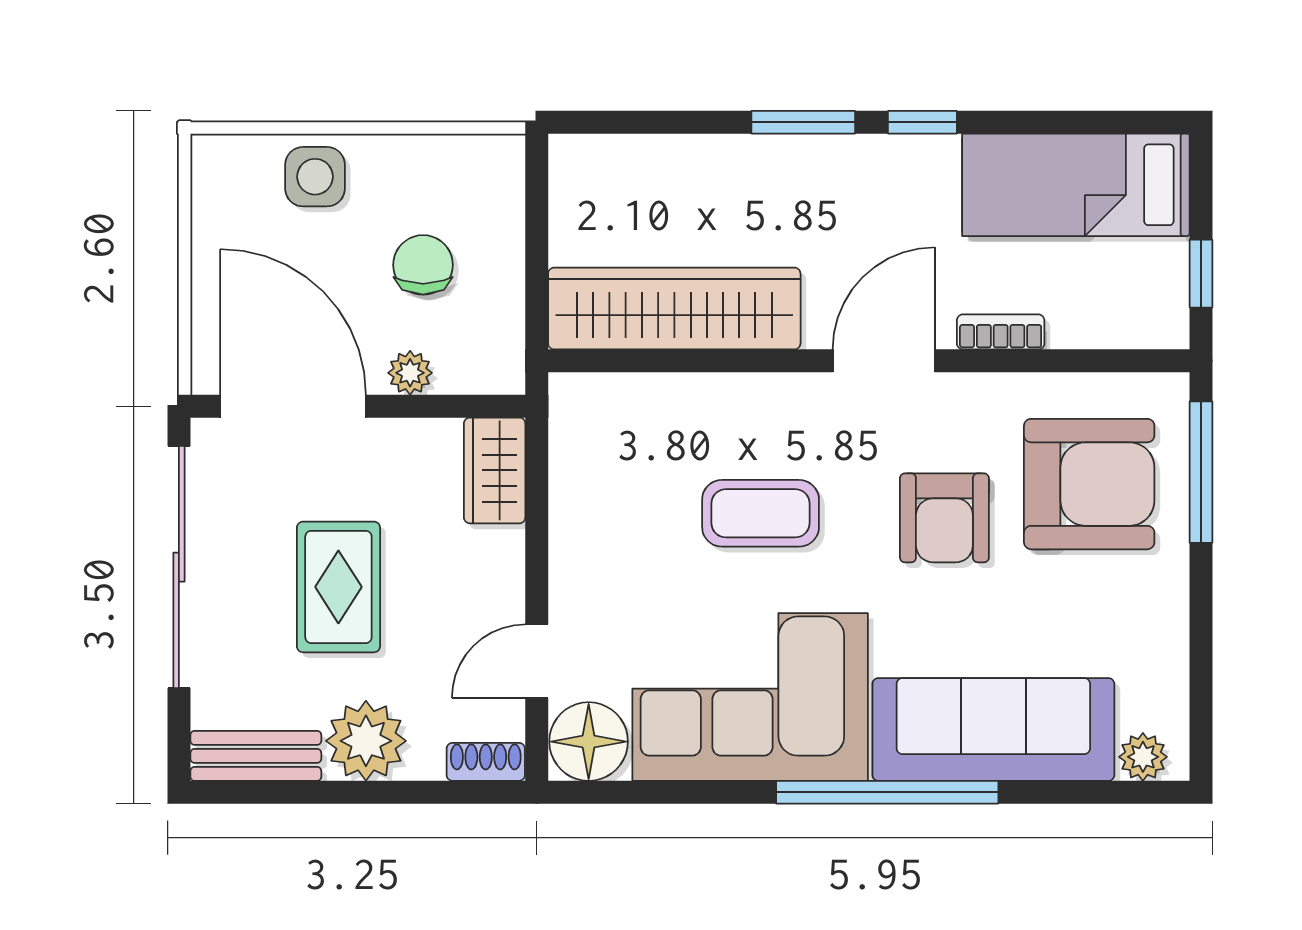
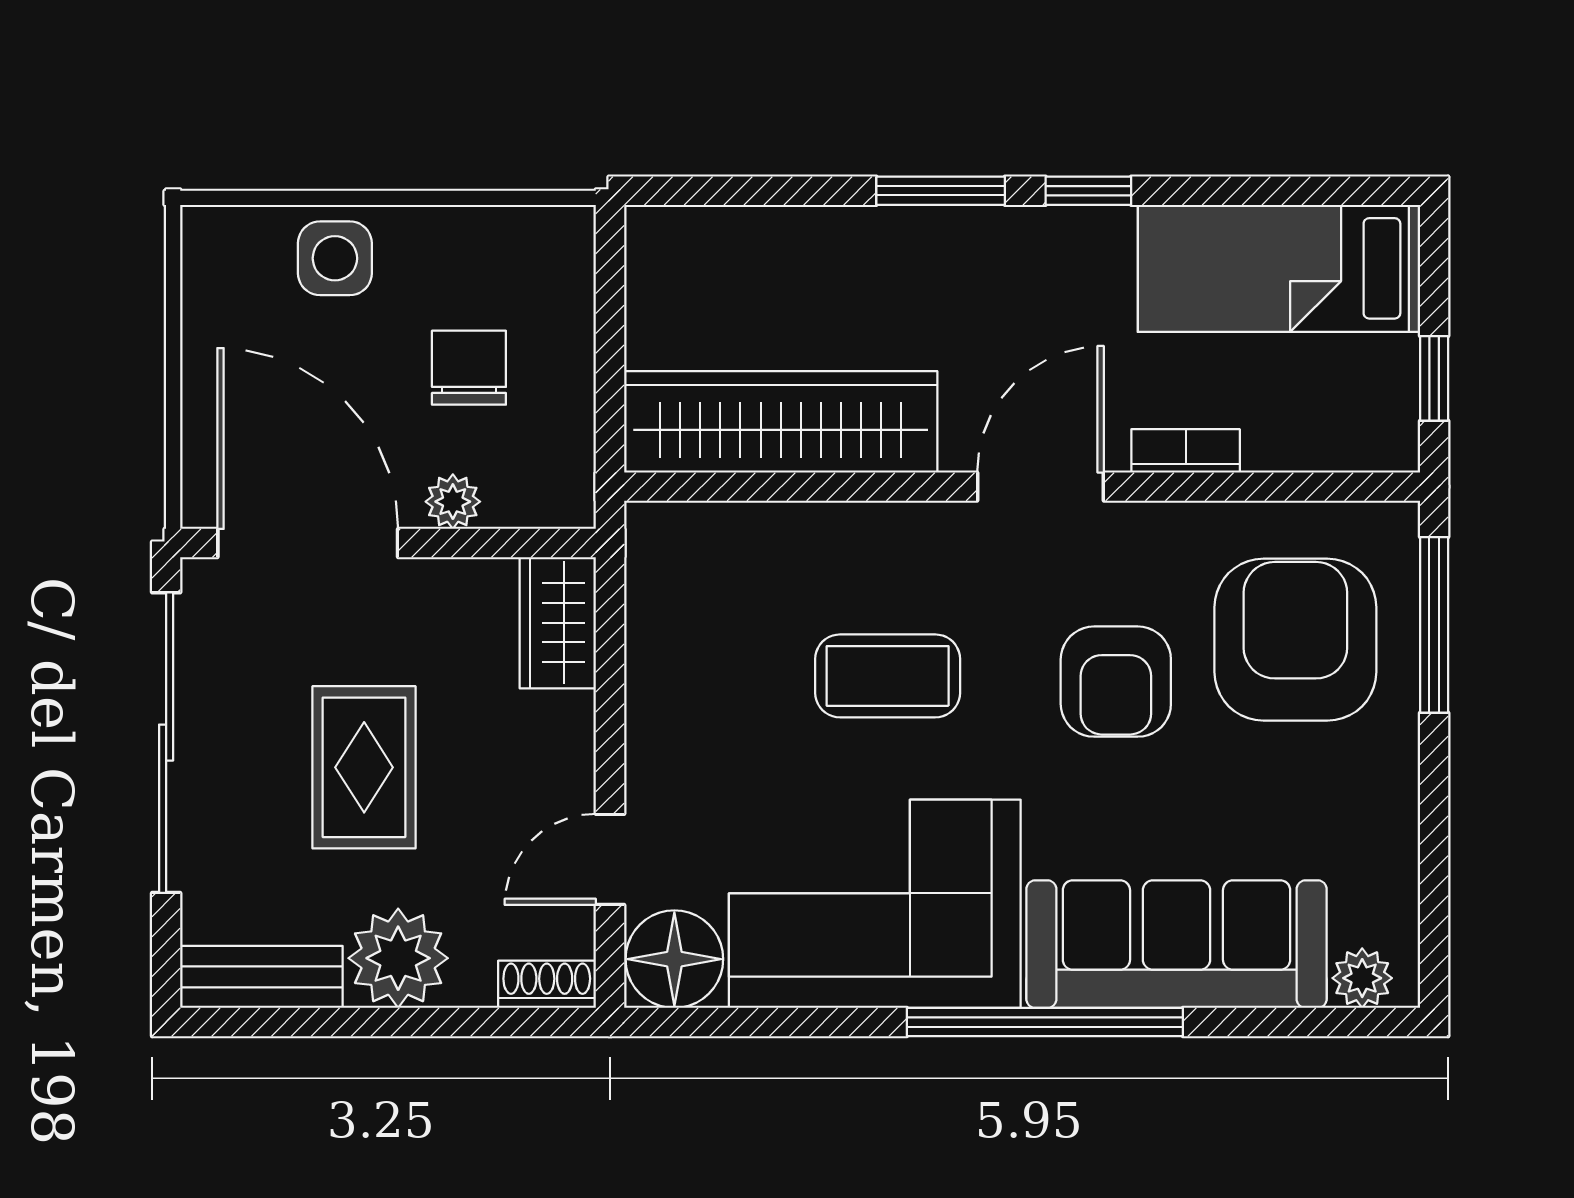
armchair: (1089, 484) -> (1295, 640), turned -90

